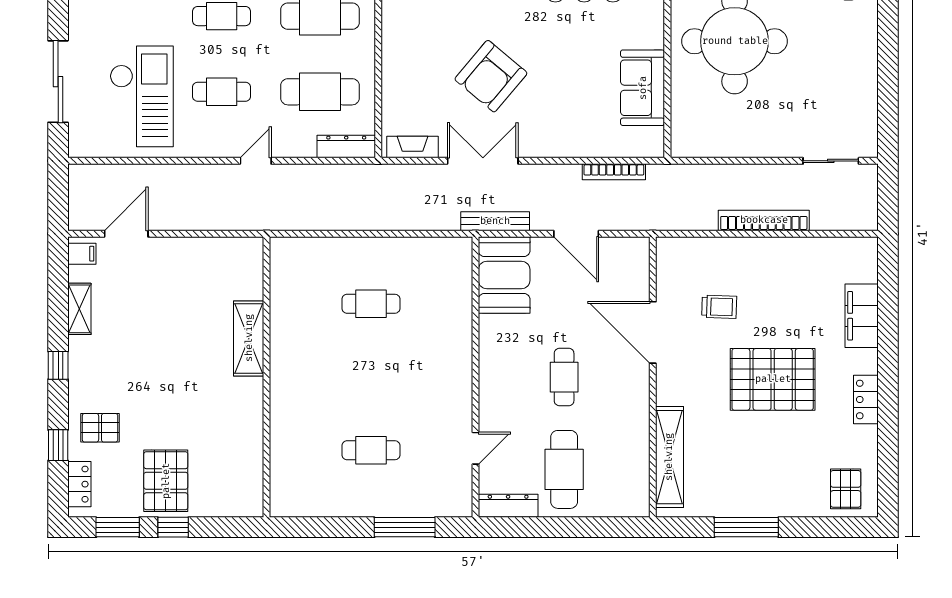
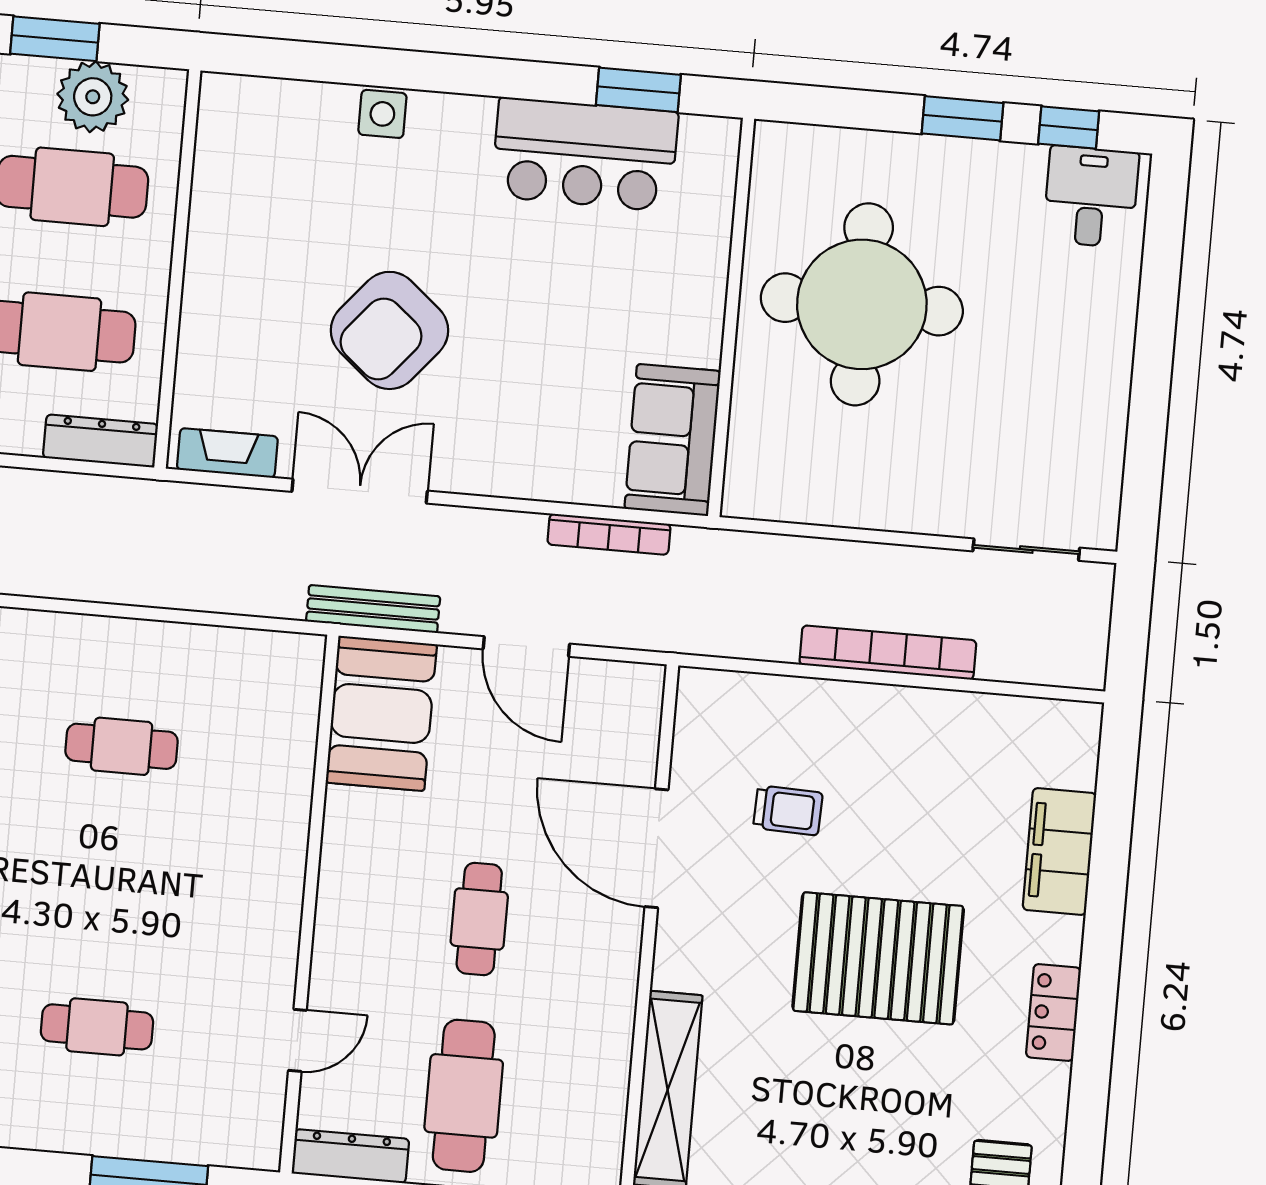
sofa: (643, 88) -> (672, 440), moved

